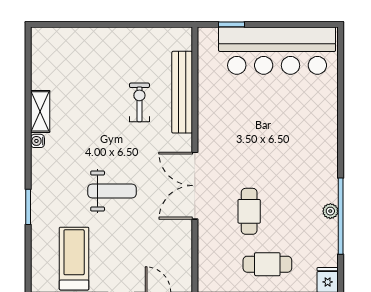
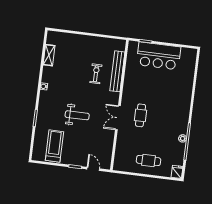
bar counter: (277, 51) -> (159, 56), width x0.73
shelving: (40, 111) -> (49, 55), moved
double door: (195, 186) -> (118, 118), width x0.73
cafe table: (249, 211) -> (141, 115), moved

